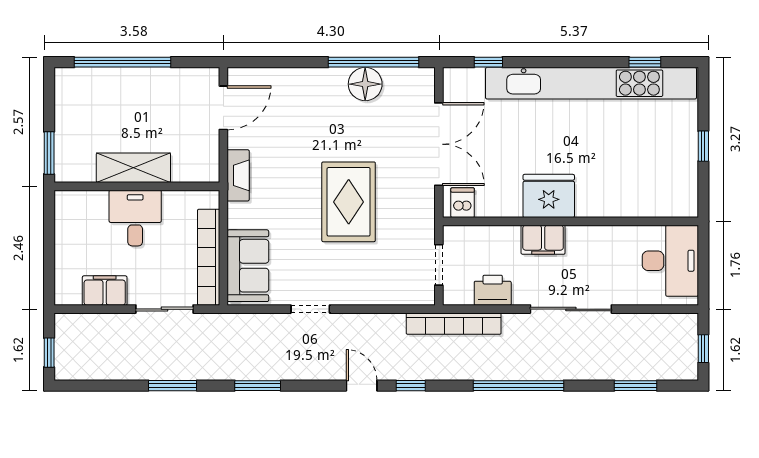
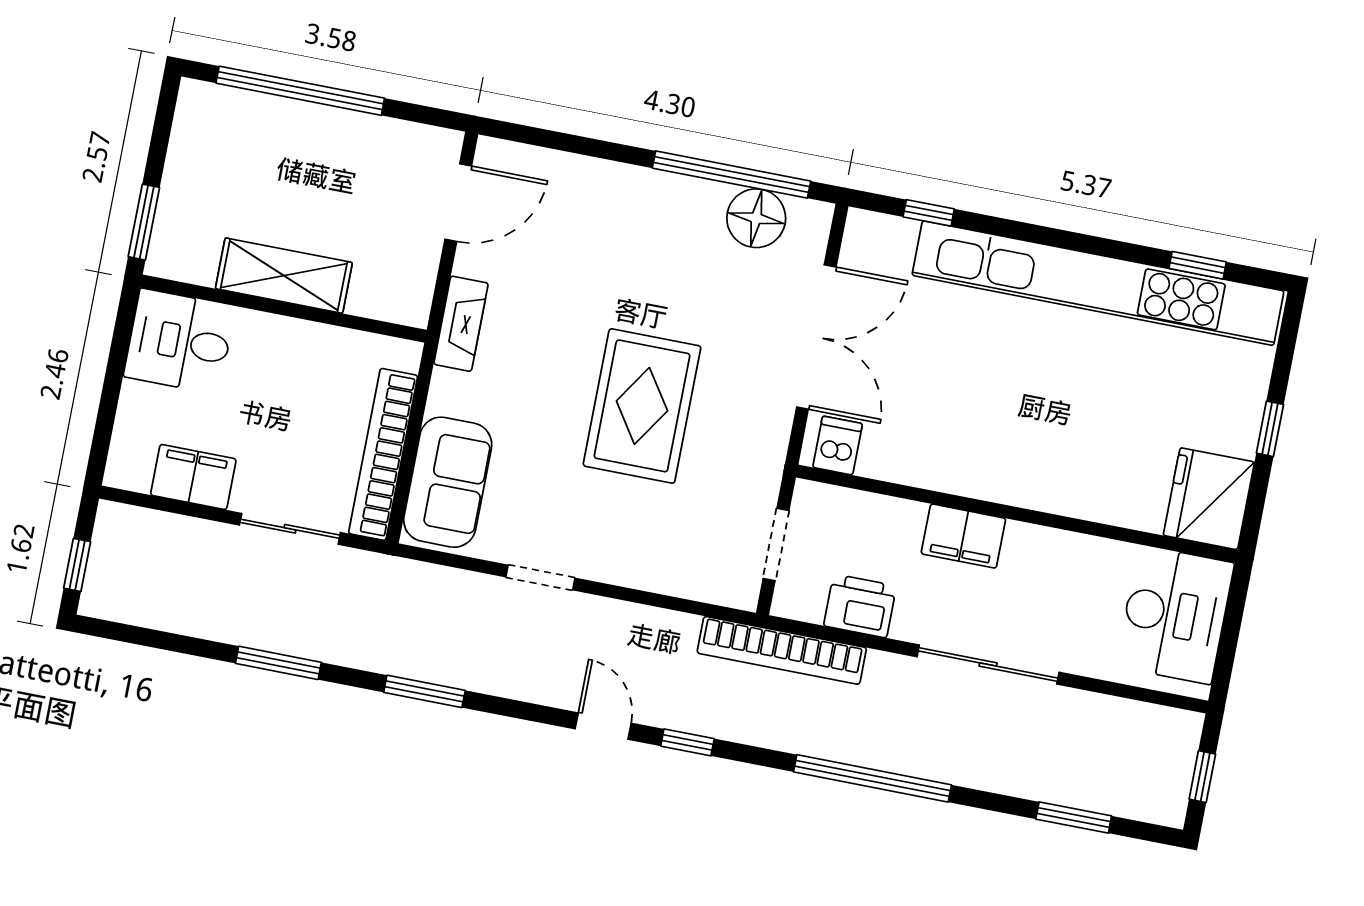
floor lamp: (365, 84) -> (756, 218), moved
fridge: (549, 196) -> (1209, 499), moved, turned -90
desk: (135, 218) -> (180, 341), moved, turned -90

